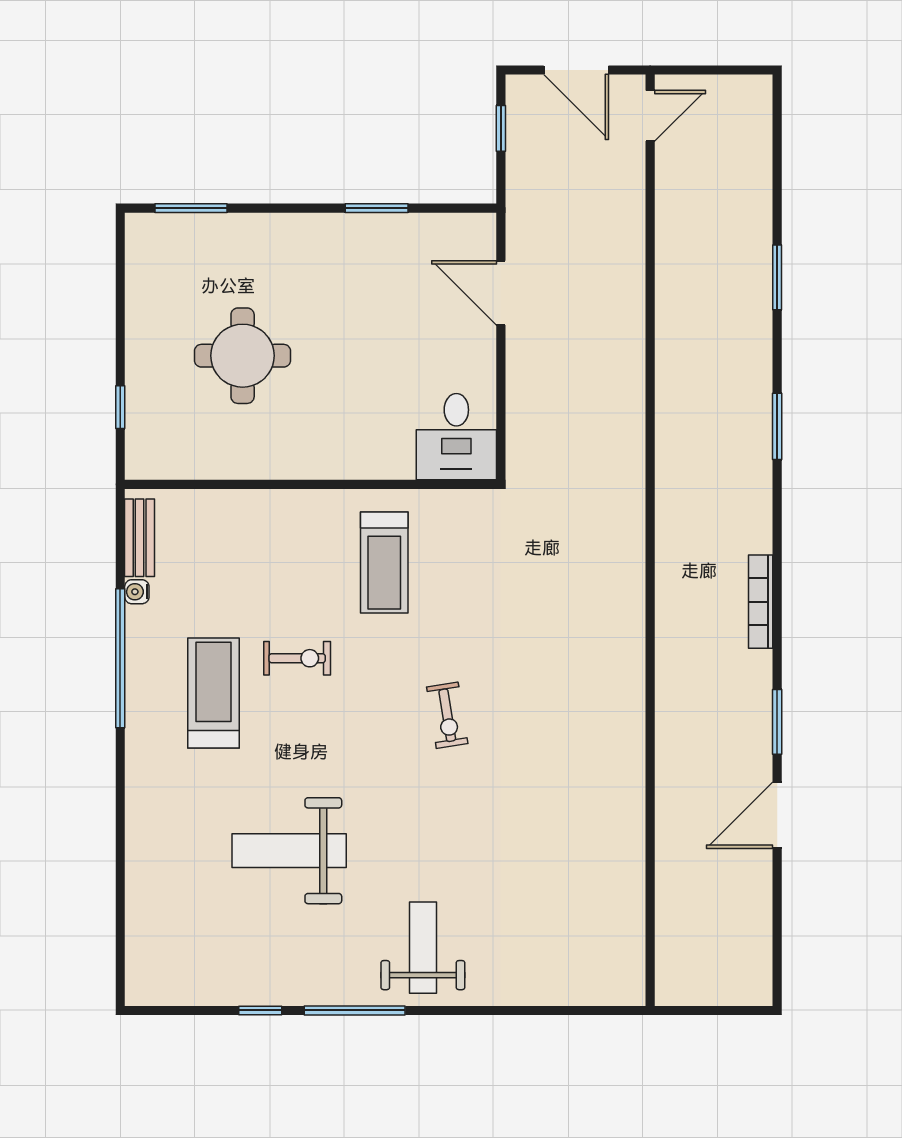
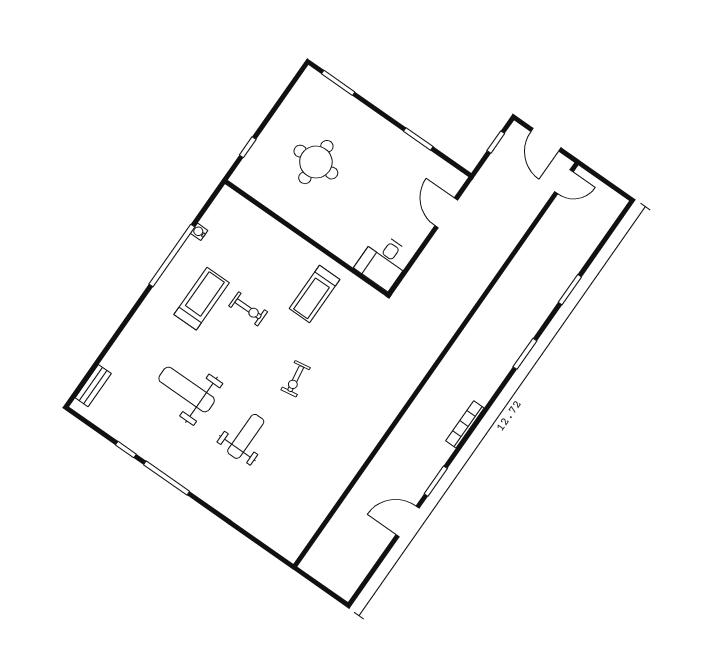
bench: (140, 538) -> (93, 386), moved
weight bench: (423, 948) -> (246, 436), moved

